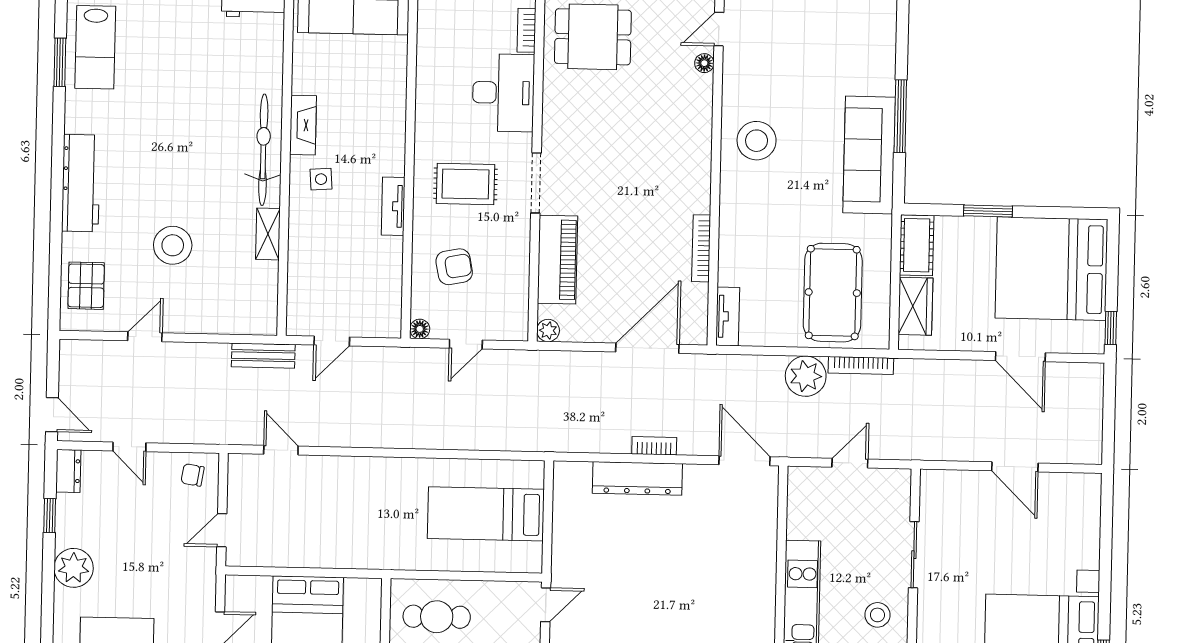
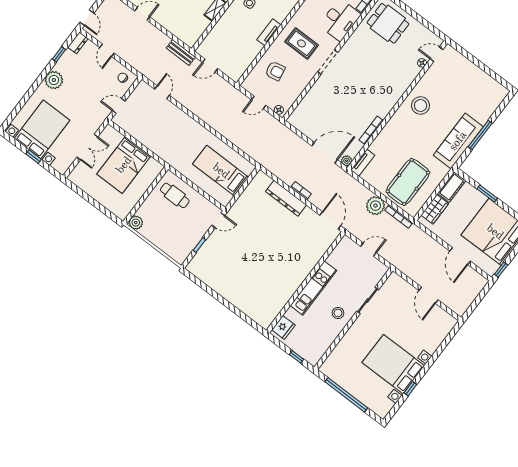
piano: (558, 260) -> (315, 96), removed
floor lamp: (420, 329) -> (279, 110), moved
plant: (548, 330) -> (347, 161), moved

